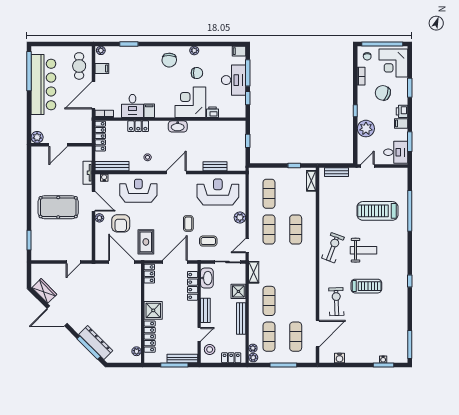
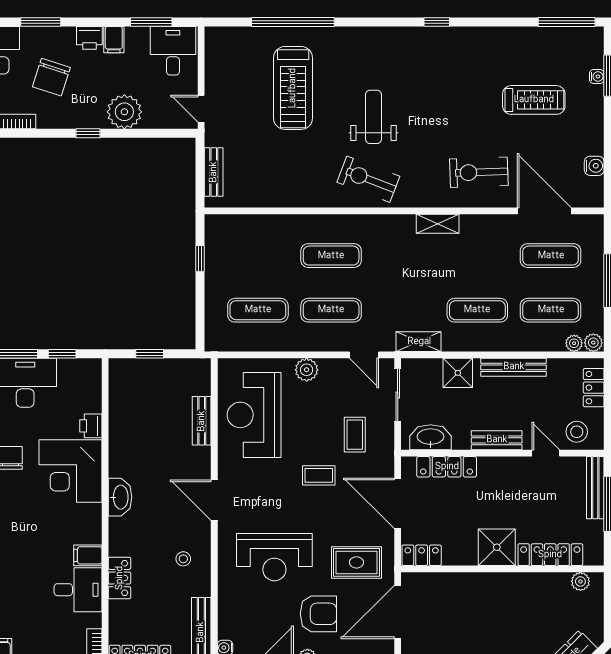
shelving: (311, 181) -> (438, 224), moved
reception desk: (138, 191) -> (274, 557), moved, turned -90
treadmill: (366, 286) -> (534, 100), moved, turned 90

